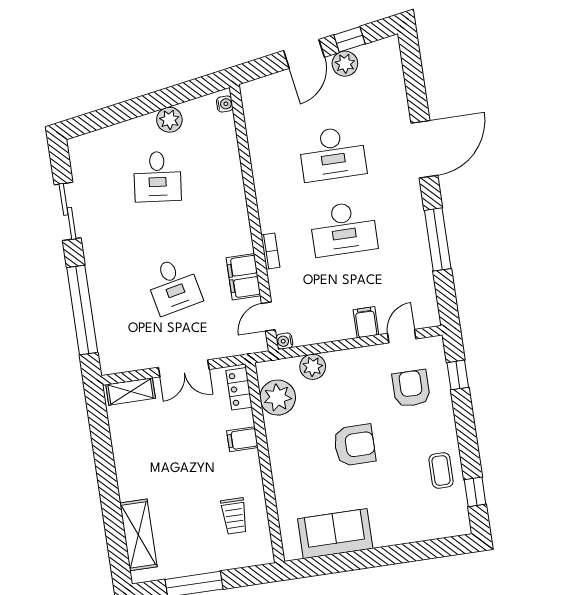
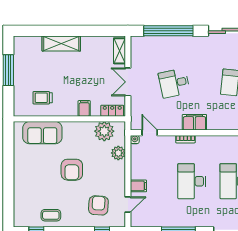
filing cabinet: (243, 277) -> (194, 122), moved
door: (402, 336) -> (128, 205), hinge flipped
armchair: (411, 388) -> (98, 205), turned -86
sofa: (335, 534) -> (42, 133), moved, turned 90
shelving: (138, 535) -> (61, 43), moved

